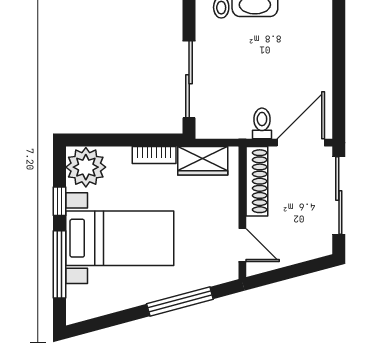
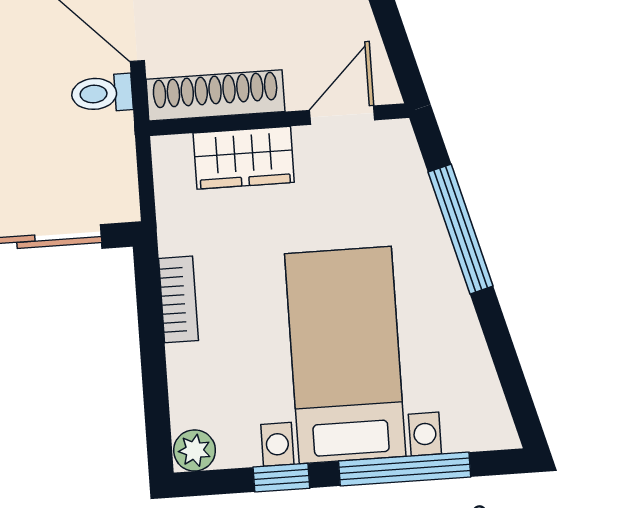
wardrobe: (203, 161) -> (244, 158), moved, turned 90
plant: (86, 167) -> (195, 450), width x0.53, depth x0.53

